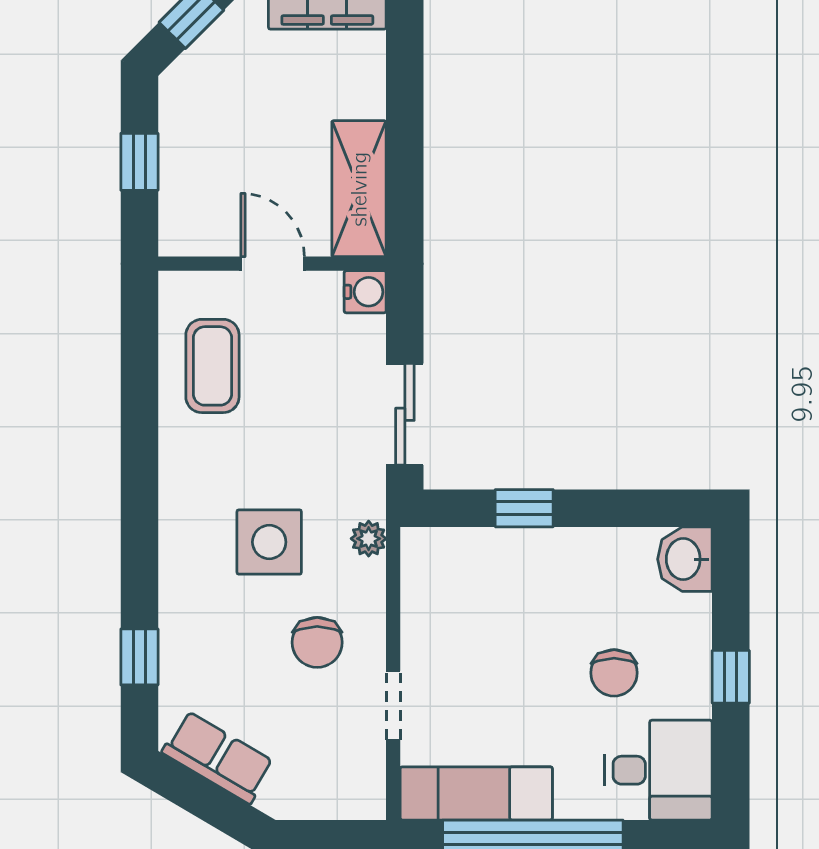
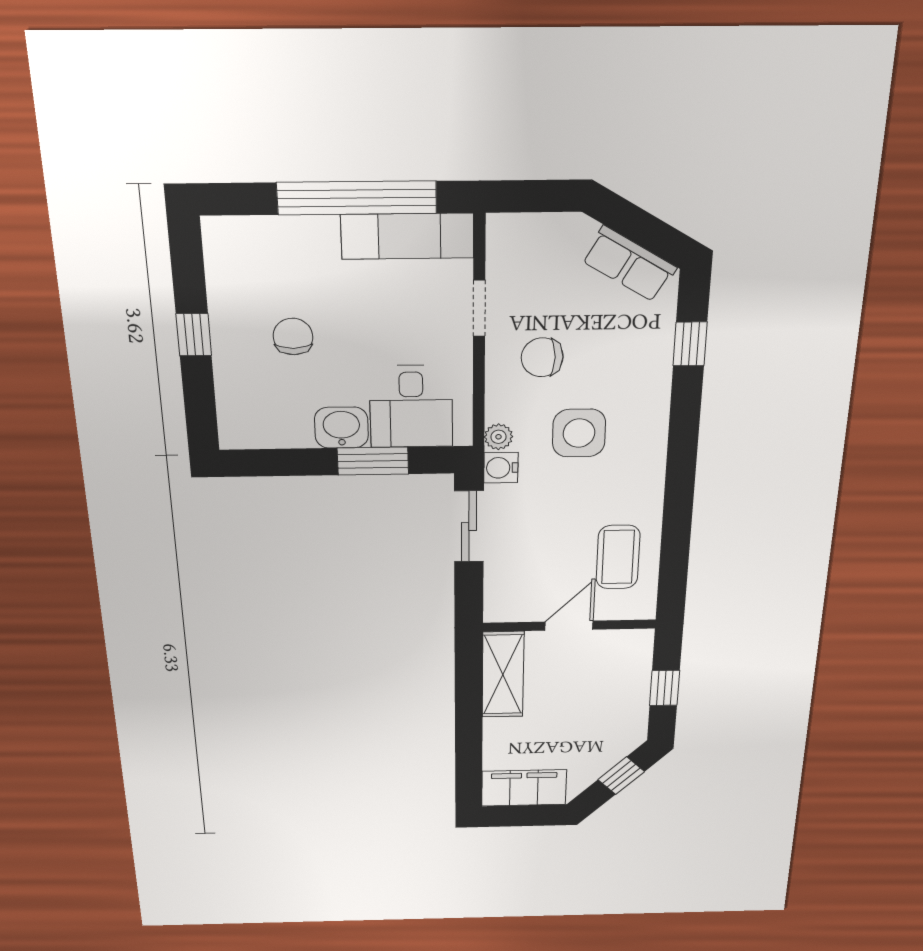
door: (273, 264) -> (569, 626), swing flipped
water cooler: (365, 292) -> (501, 468), moved
window: (524, 508) -> (373, 461), width x1.50
washbasin: (685, 559) -> (341, 428), moved, turned -90
chair: (317, 642) -> (542, 357), turned -90
desk: (658, 770) -> (411, 407), moved, turned -90

